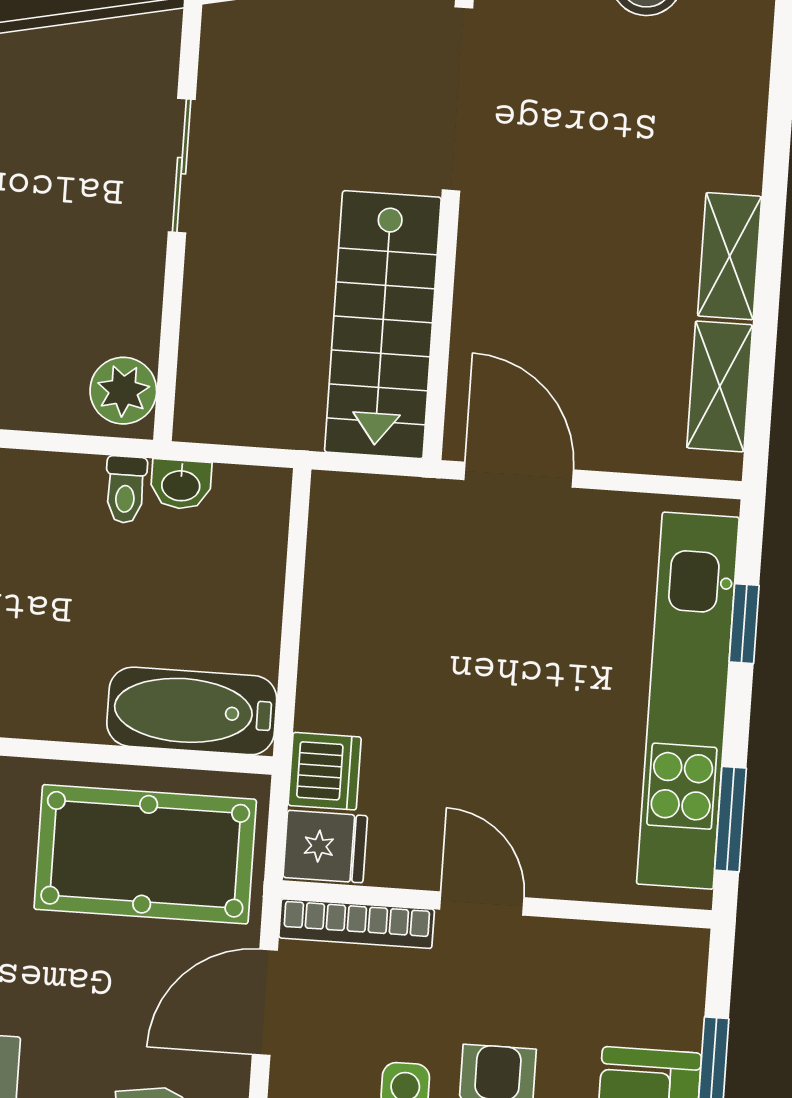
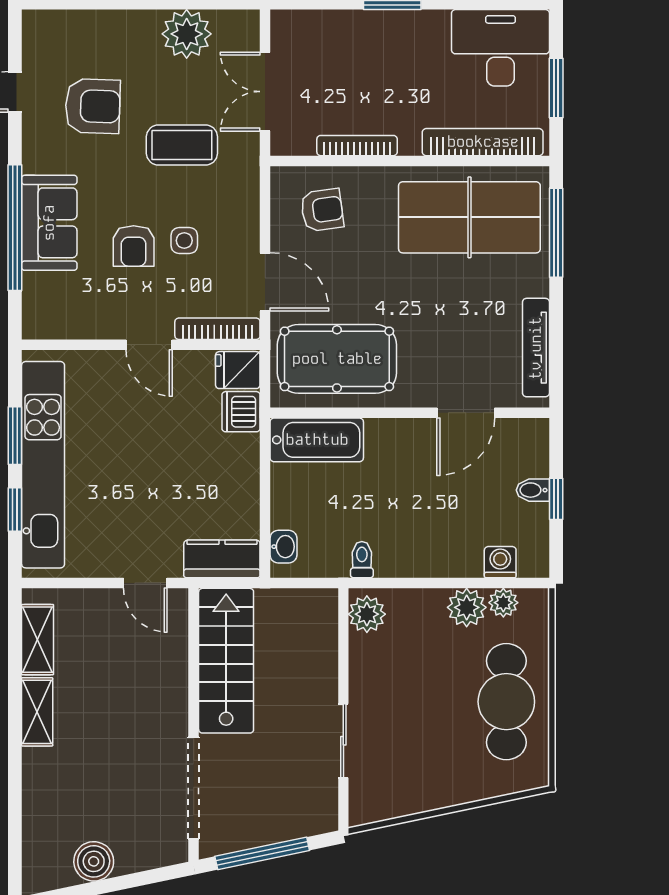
door: (519, 475) -> (145, 583), width x0.73
washbasin: (181, 484) -> (283, 547), moved, turned 90
kitchen counter: (377, 508) -> (222, 559), added
window: (731, 819) -> (15, 436), moved
door: (265, 1002) -> (265, 282), hinge flipped

